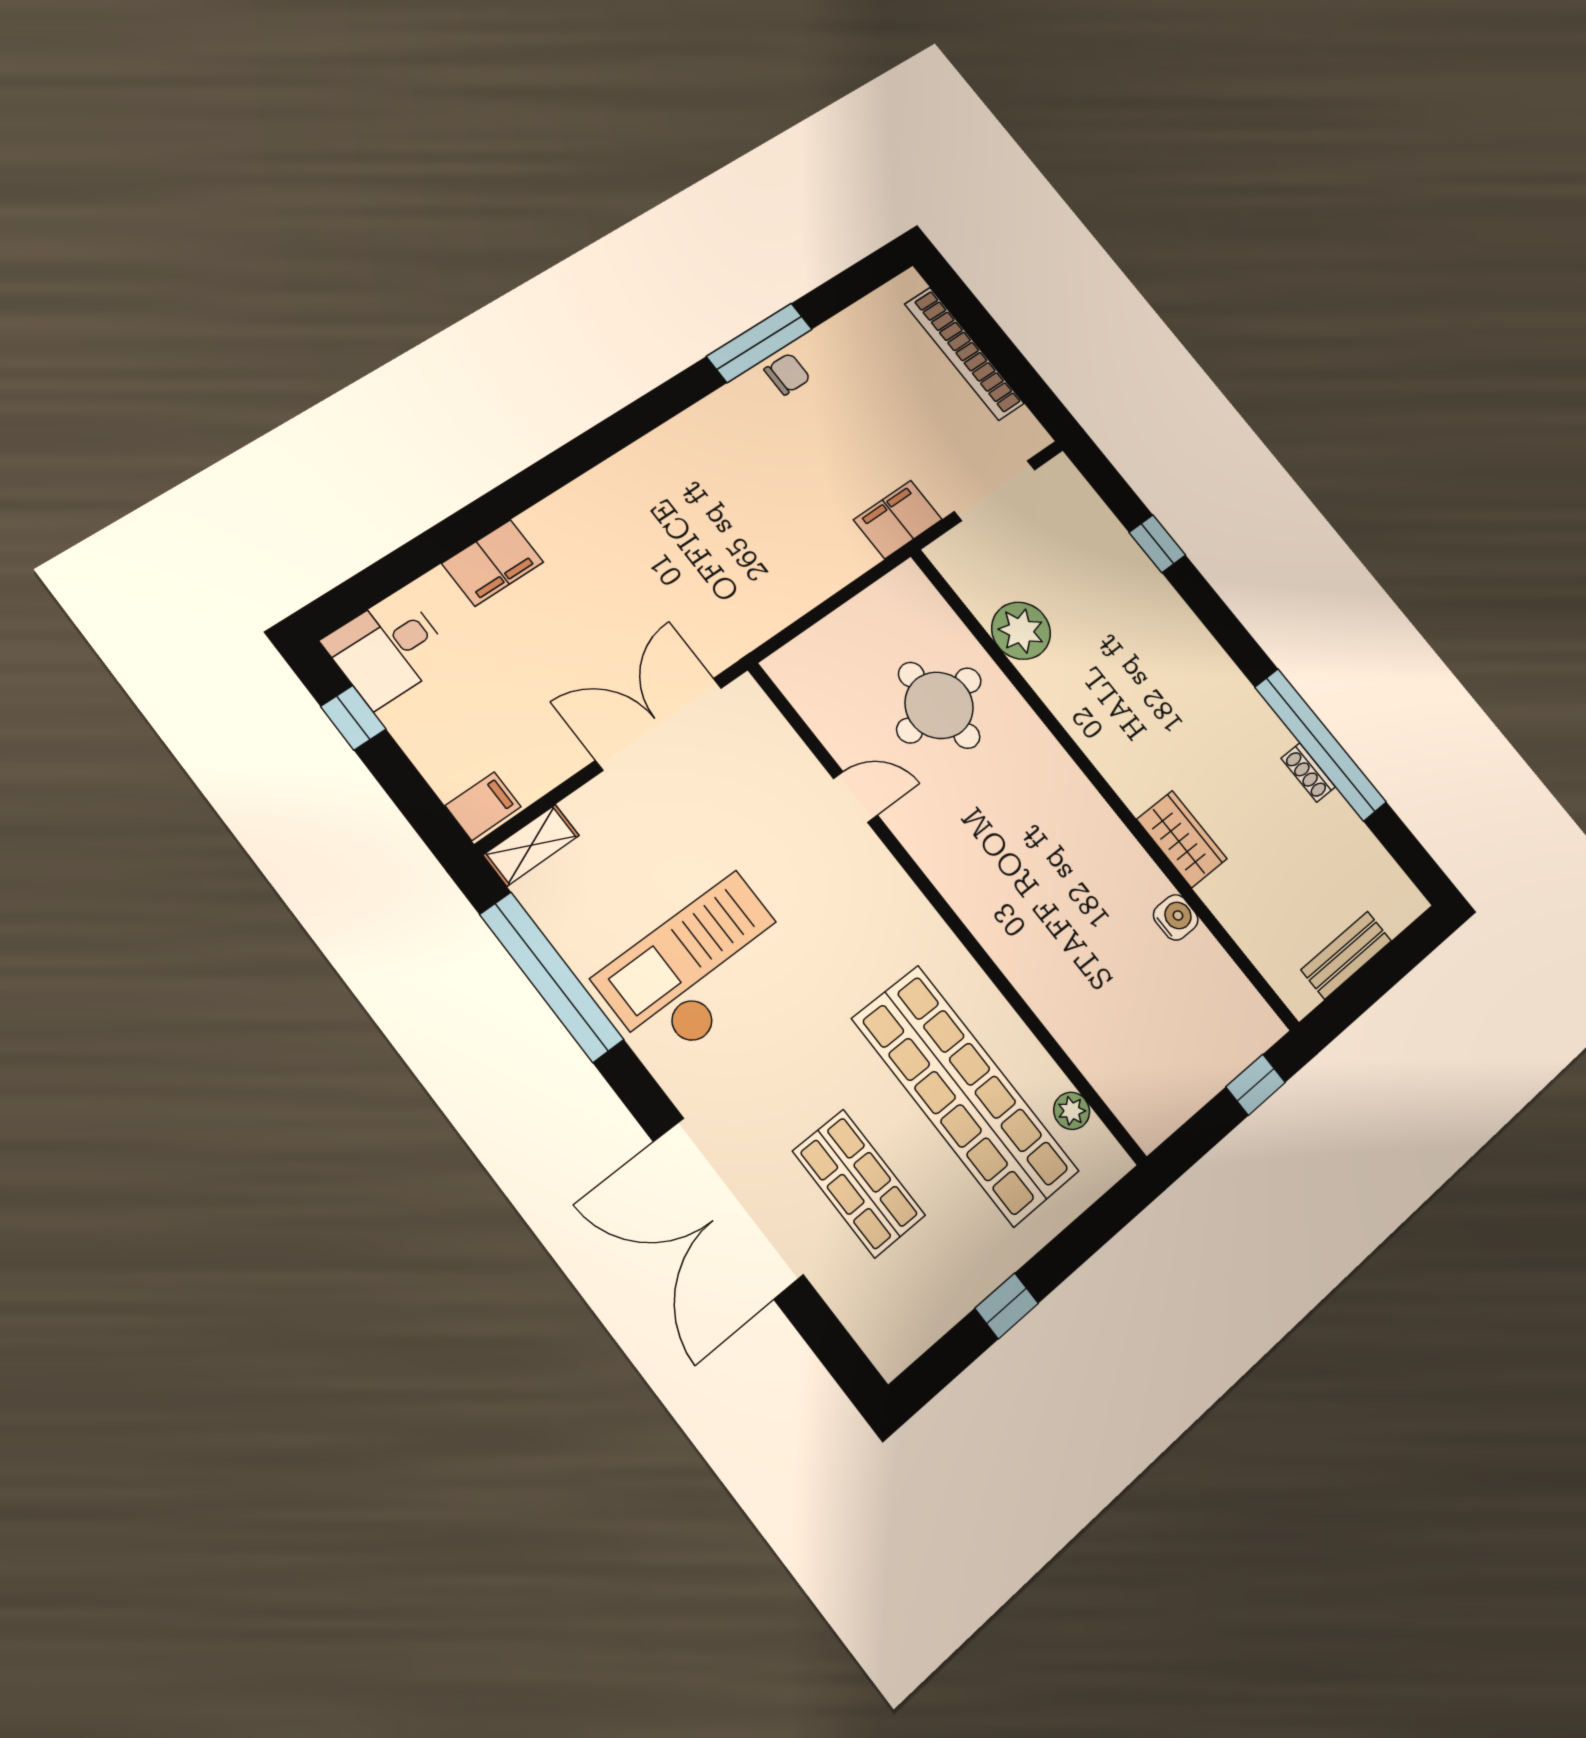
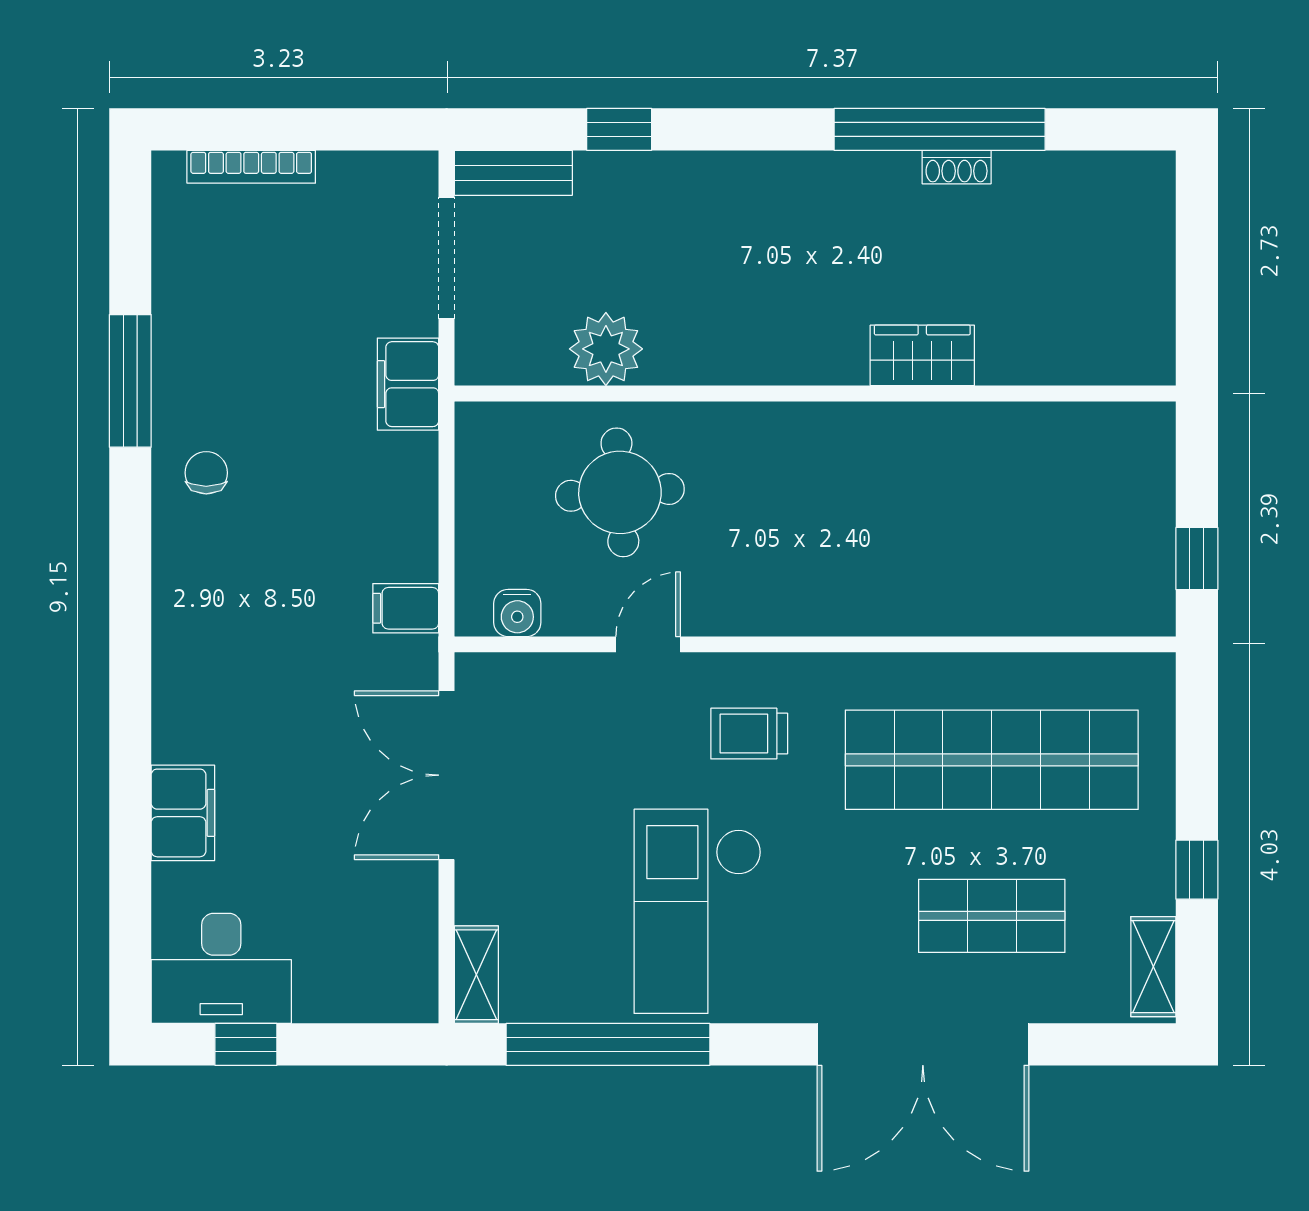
bookcase: (964, 354) -> (251, 167), width x0.68, depth x0.76
chair: (787, 374) -> (206, 473), moved
desk: (388, 650) -> (221, 968), width x1.37
filing cabinet: (483, 806) -> (406, 608), moved, turned -90
trolley: (850, 911) -> (749, 734), added
water cooler: (1176, 917) -> (517, 613), moved, turned 180
bench: (1346, 955) -> (513, 173), moved, turned 90
window: (1256, 1085) -> (1197, 559), moved
plant: (1072, 1111) -> (1082, 673), removed
shelving: (915, 1332) -> (1153, 967), added

